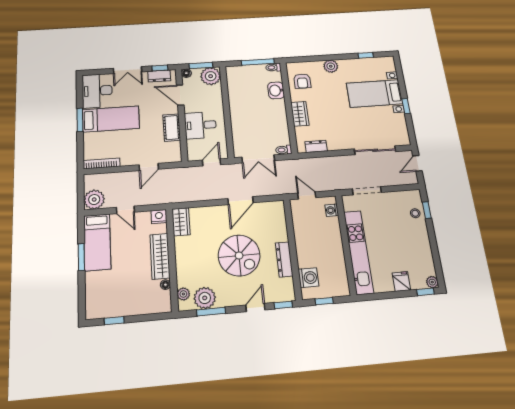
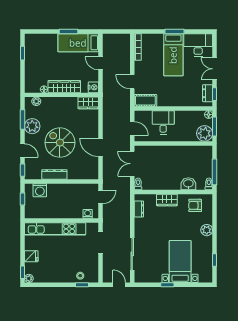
door: (180, 95) -> (190, 109), removed
cot: (172, 128) -> (145, 100), moved
plant: (94, 200) -> (110, 41), removed
door: (125, 210) -> (101, 63), hinge flipped
spiral stairs: (239, 255) -> (60, 143), turned 90
plant: (205, 298) -> (32, 126), moved

